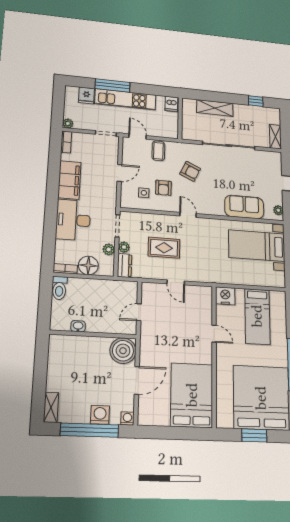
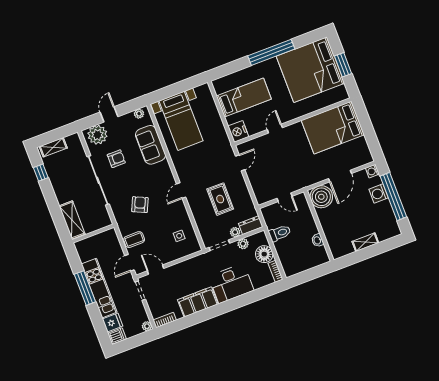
window: (113, 86) -> (85, 288), moved
dishwasher: (171, 104) -> (117, 336), moved
shelving: (215, 108) -> (72, 220), moved
shelving: (275, 137) -> (53, 147), moved
plant: (272, 165) -> (97, 135), added
door: (119, 173) -> (156, 270), moved
armchair: (163, 188) -> (116, 159), moved
door: (176, 282) -> (240, 163), moved
toilet: (59, 288) -> (280, 233), moved
door: (137, 380) -> (340, 176), swing flipped
shelving: (51, 407) -> (365, 242), moved

